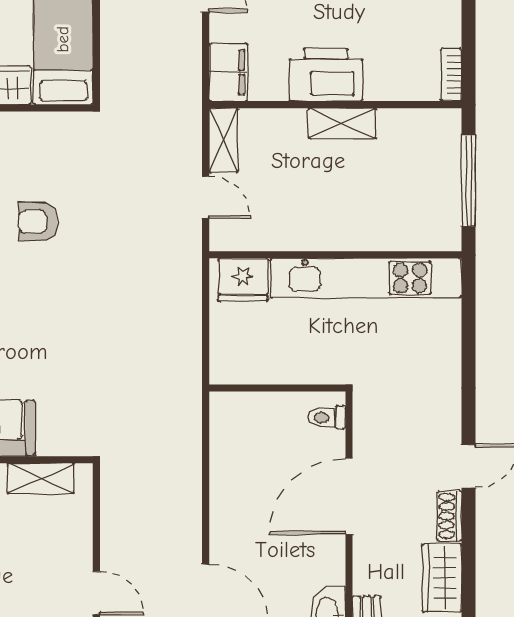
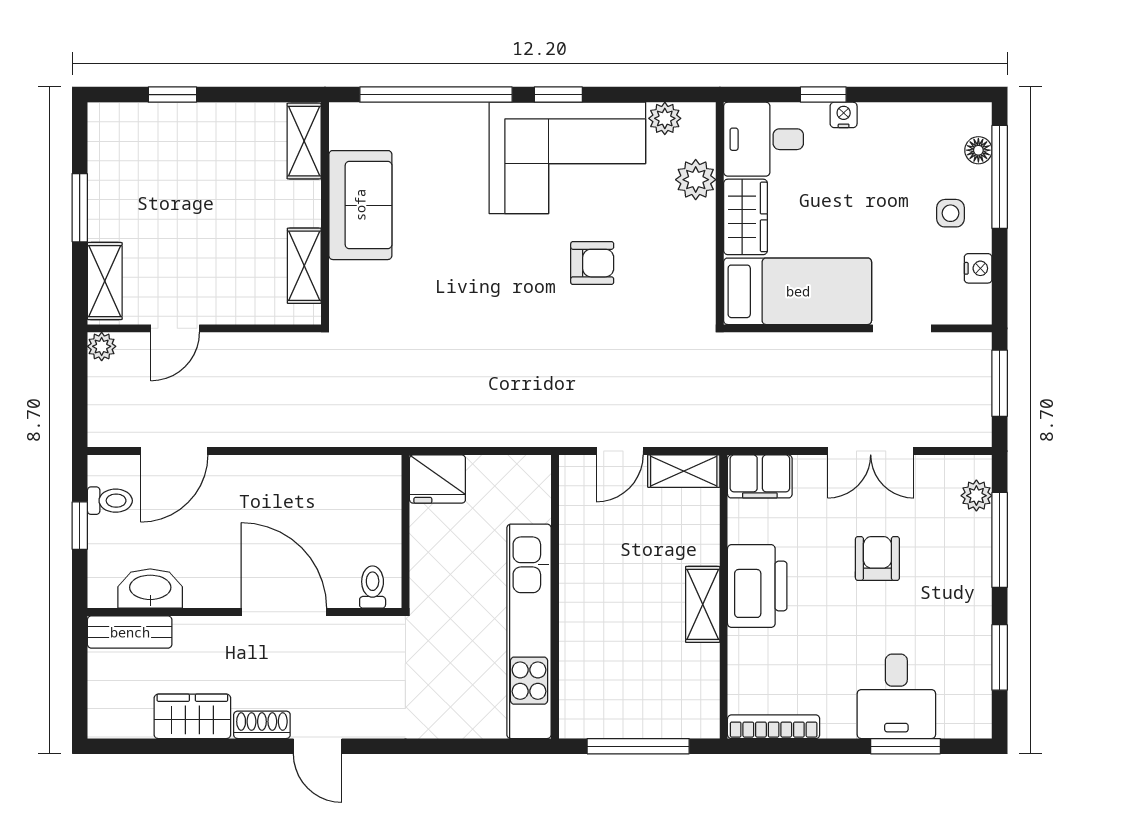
bookcase: (451, 75) -> (774, 727), width x1.56
armchair: (38, 222) -> (592, 263), turned 90
fridge: (243, 280) -> (437, 479), moved, turned -90

